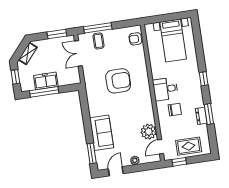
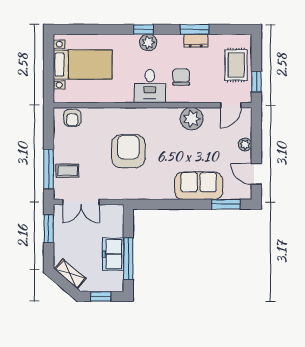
plant: (195, 83) -> (148, 43), added
plant: (149, 132) -> (192, 119), moved
door: (160, 147) -> (231, 105), hinge flipped

